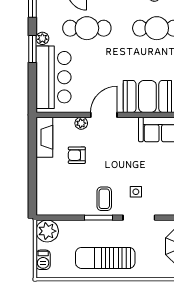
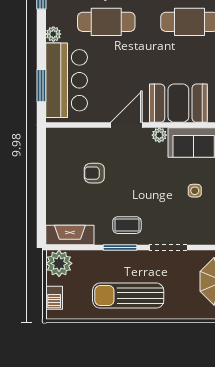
window: (32, 49) -> (41, 86), moved
plant: (81, 123) -> (159, 135), moved
fireplace: (44, 137) -> (70, 235), moved, turned -90
side table: (136, 192) -> (195, 191), moved
coffee table: (104, 199) -> (127, 225), turned 90

